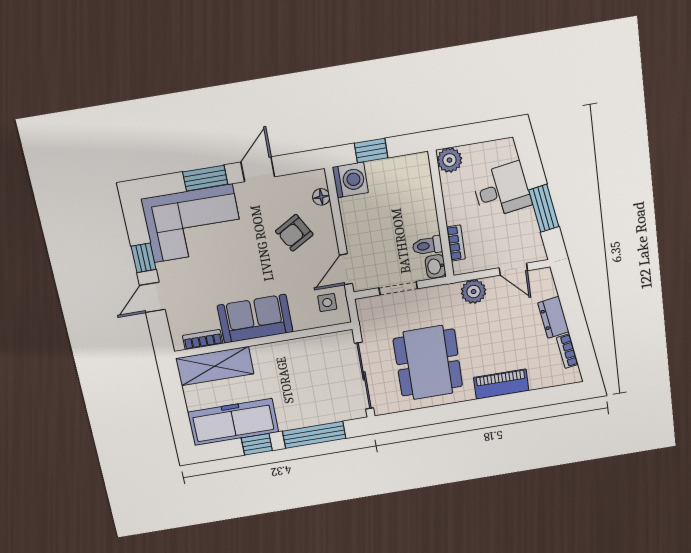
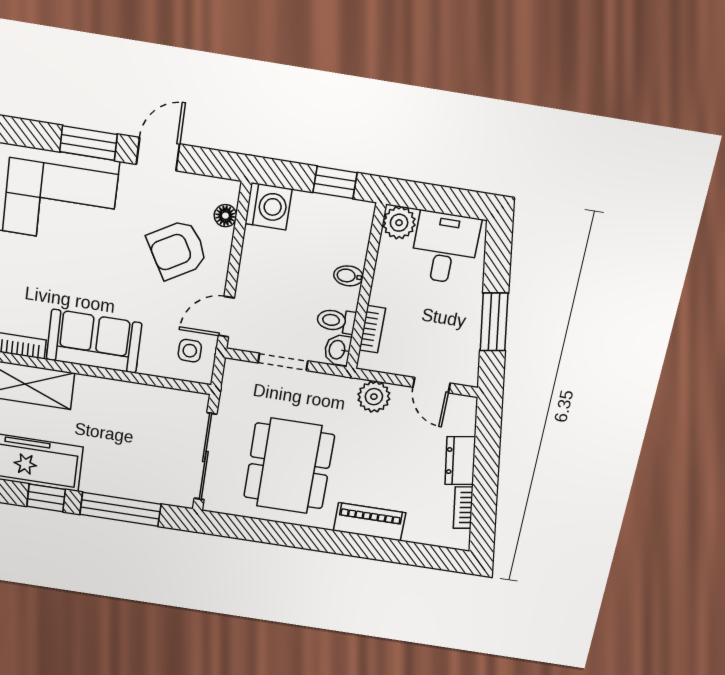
window: (371, 151) -> (335, 182), moved
desk: (502, 190) -> (445, 248), moved, turned -81
bidet: (425, 210) -> (348, 276), added
armchair: (294, 233) -> (177, 250), width x1.38, depth x1.38

